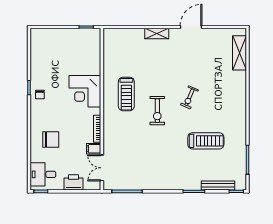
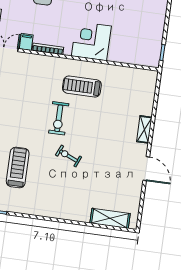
exercise bike: (157, 111) -> (59, 118), turned -90
treadmill: (206, 141) -> (18, 167), turned 180

